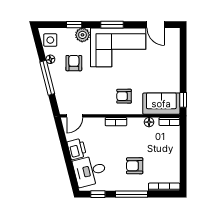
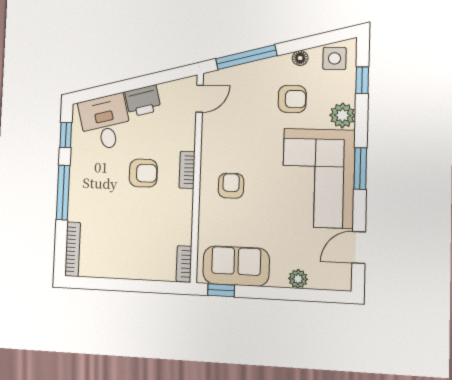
window: (74, 25) -> (362, 80), moved
plant: (174, 57) -> (298, 279), added
window: (47, 78) -> (246, 57), moved
sofa: (161, 104) -> (236, 266), moved, turned -90
door: (75, 116) -> (200, 99), swing flipped
floor lamp: (149, 122) -> (184, 228), removed
armchair: (135, 166) -> (143, 173), moved, turned 90

